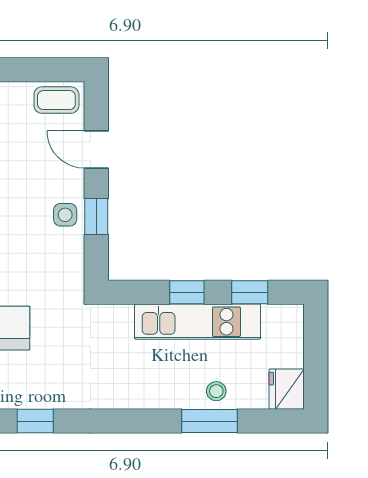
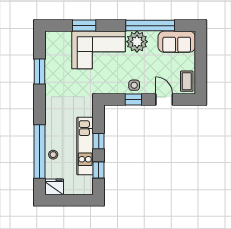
door: (96, 150) -> (164, 100), hinge flipped
window: (35, 421) -> (39, 71), width x1.50
window: (210, 421) -> (39, 152), width x2.11

